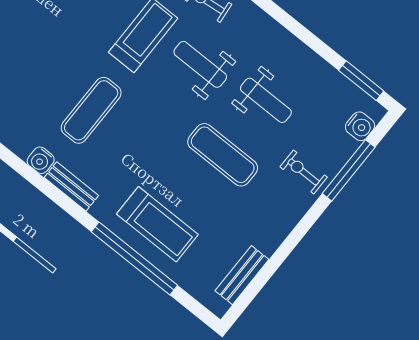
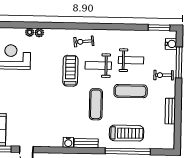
exercise mat: (91, 110) -> (96, 104), moved
bench: (242, 275) -> (170, 111), moved

